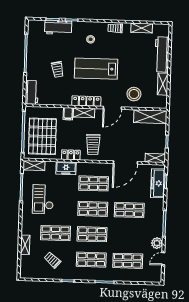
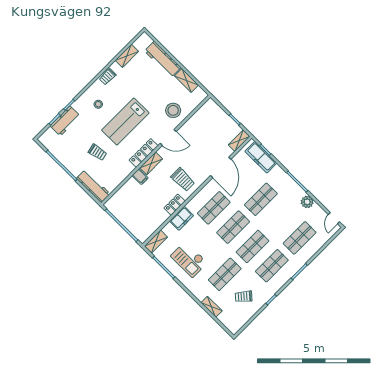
workbench: (32, 92) -> (93, 186), width x1.38
door: (112, 108) -> (168, 137), hinge flipped
shelving: (150, 117) -> (203, 114), removed
pallet: (42, 136) -> (139, 213), removed
door: (163, 259) -> (334, 218), moved

